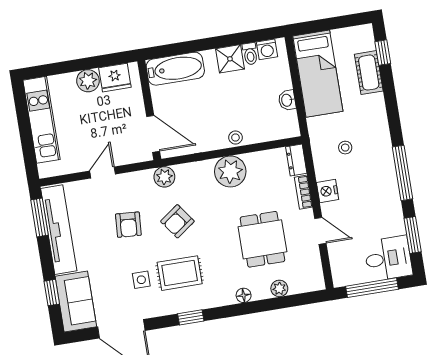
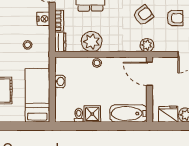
washing machine: (267, 49) -> (67, 116), removed
plant: (230, 171) -> (92, 42), moved
armchair: (128, 225) -> (175, 18), turned 86

